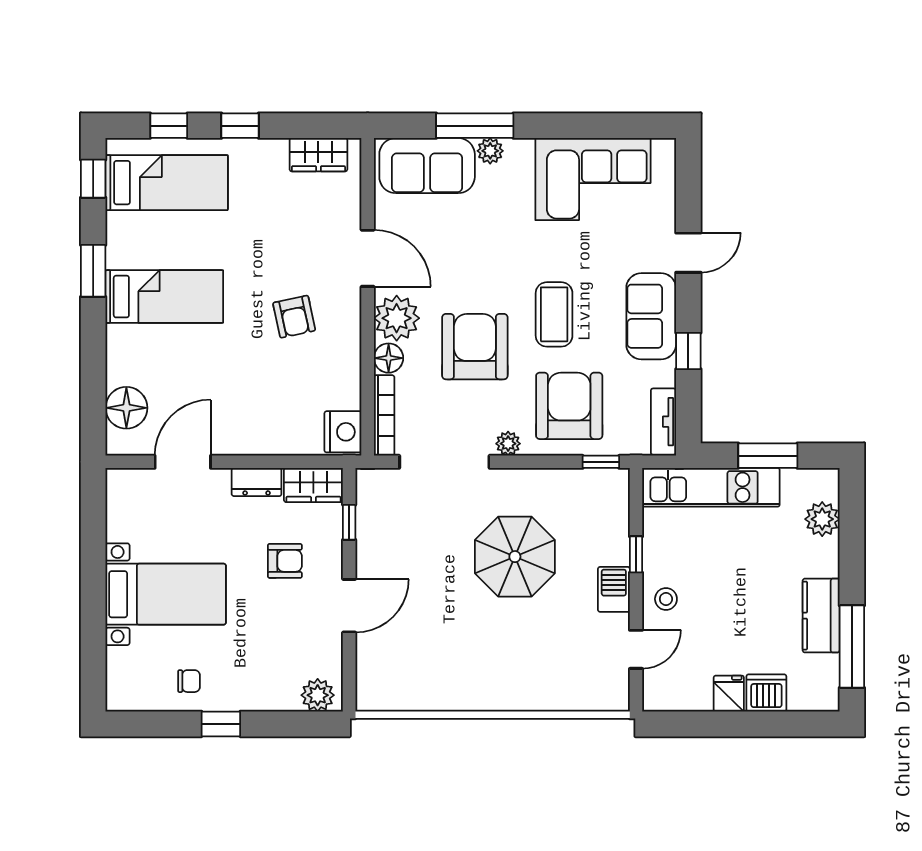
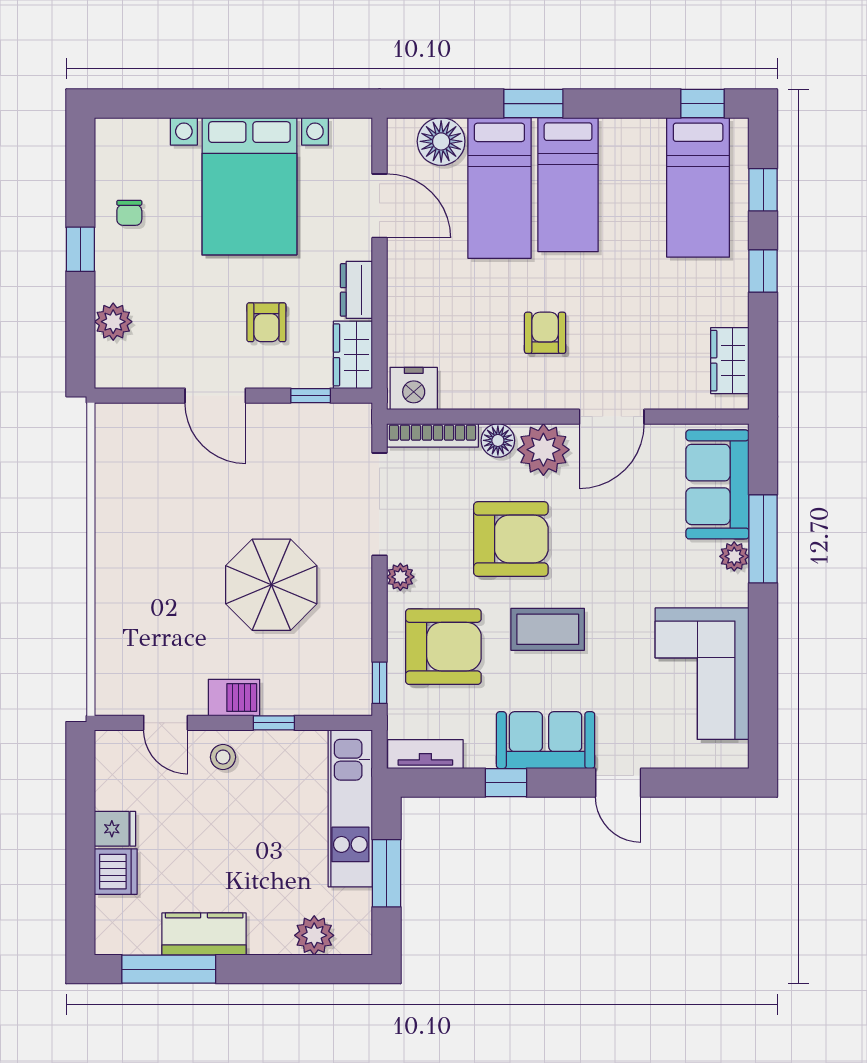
window: (93, 271) -> (533, 104), moved
armchair: (294, 317) -> (545, 333), turned 102
bed: (167, 357) -> (499, 188), added
bed with nightstands: (166, 594) -> (249, 186), width x1.36
plant: (318, 695) -> (113, 322), moved

